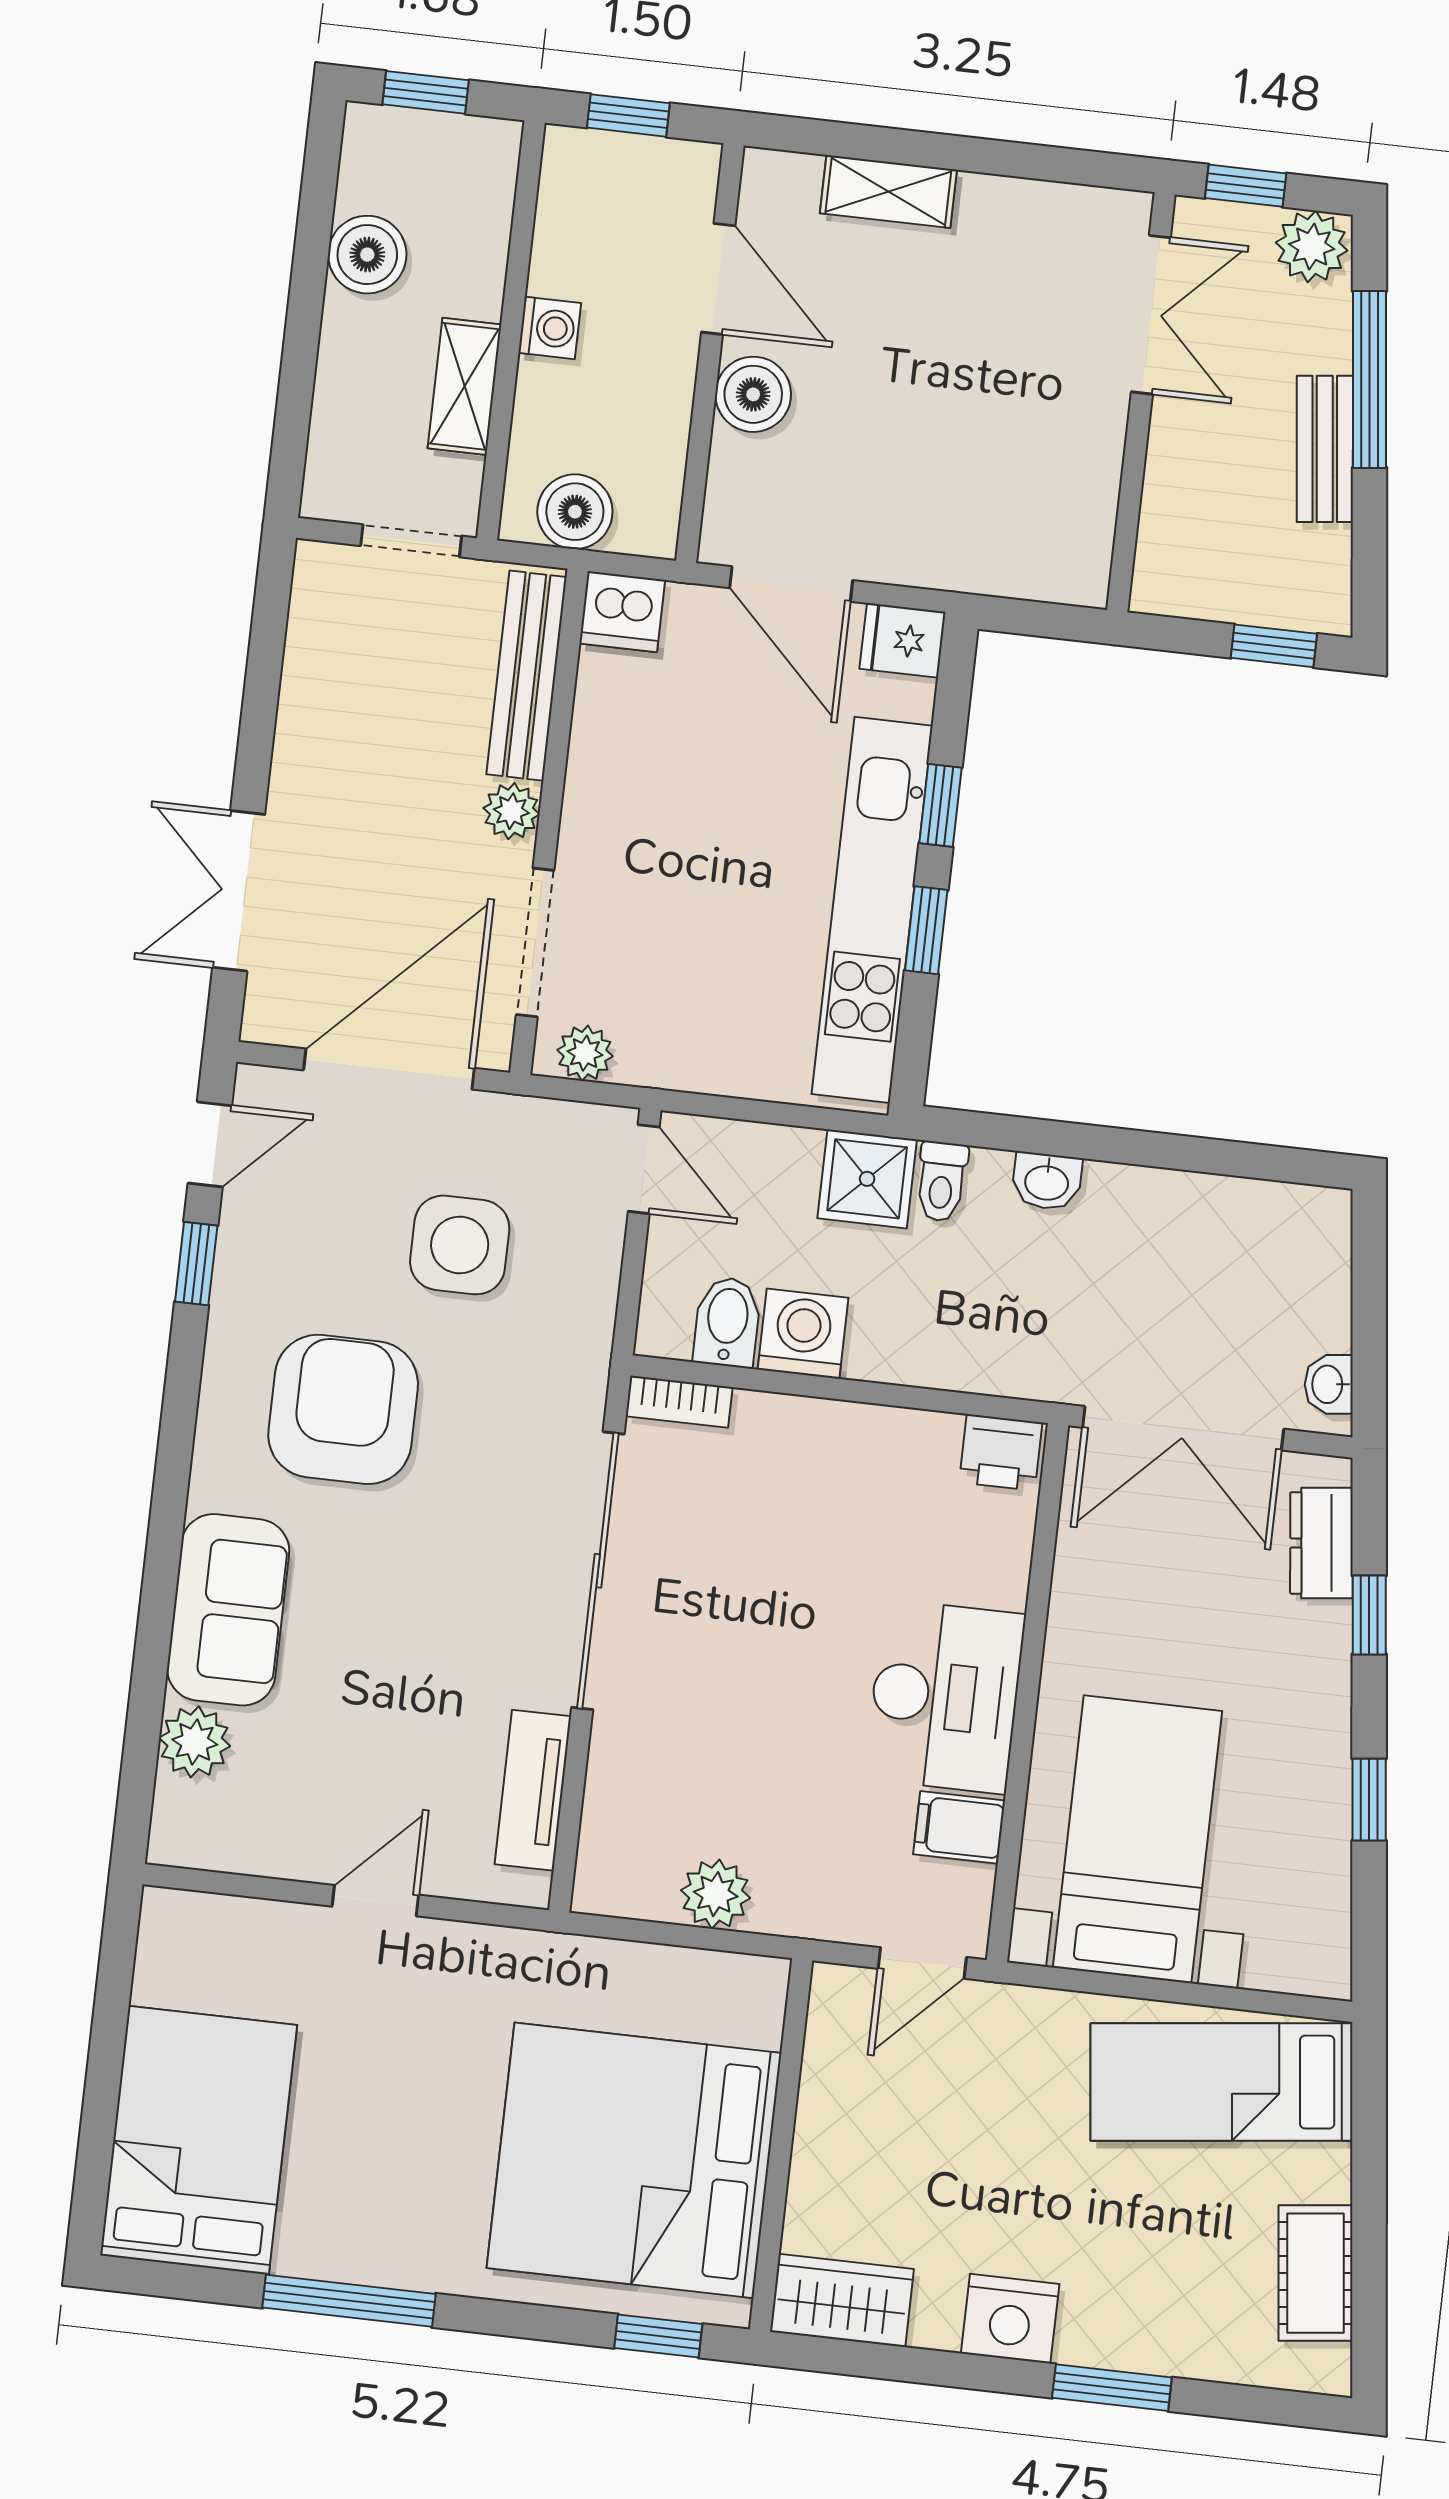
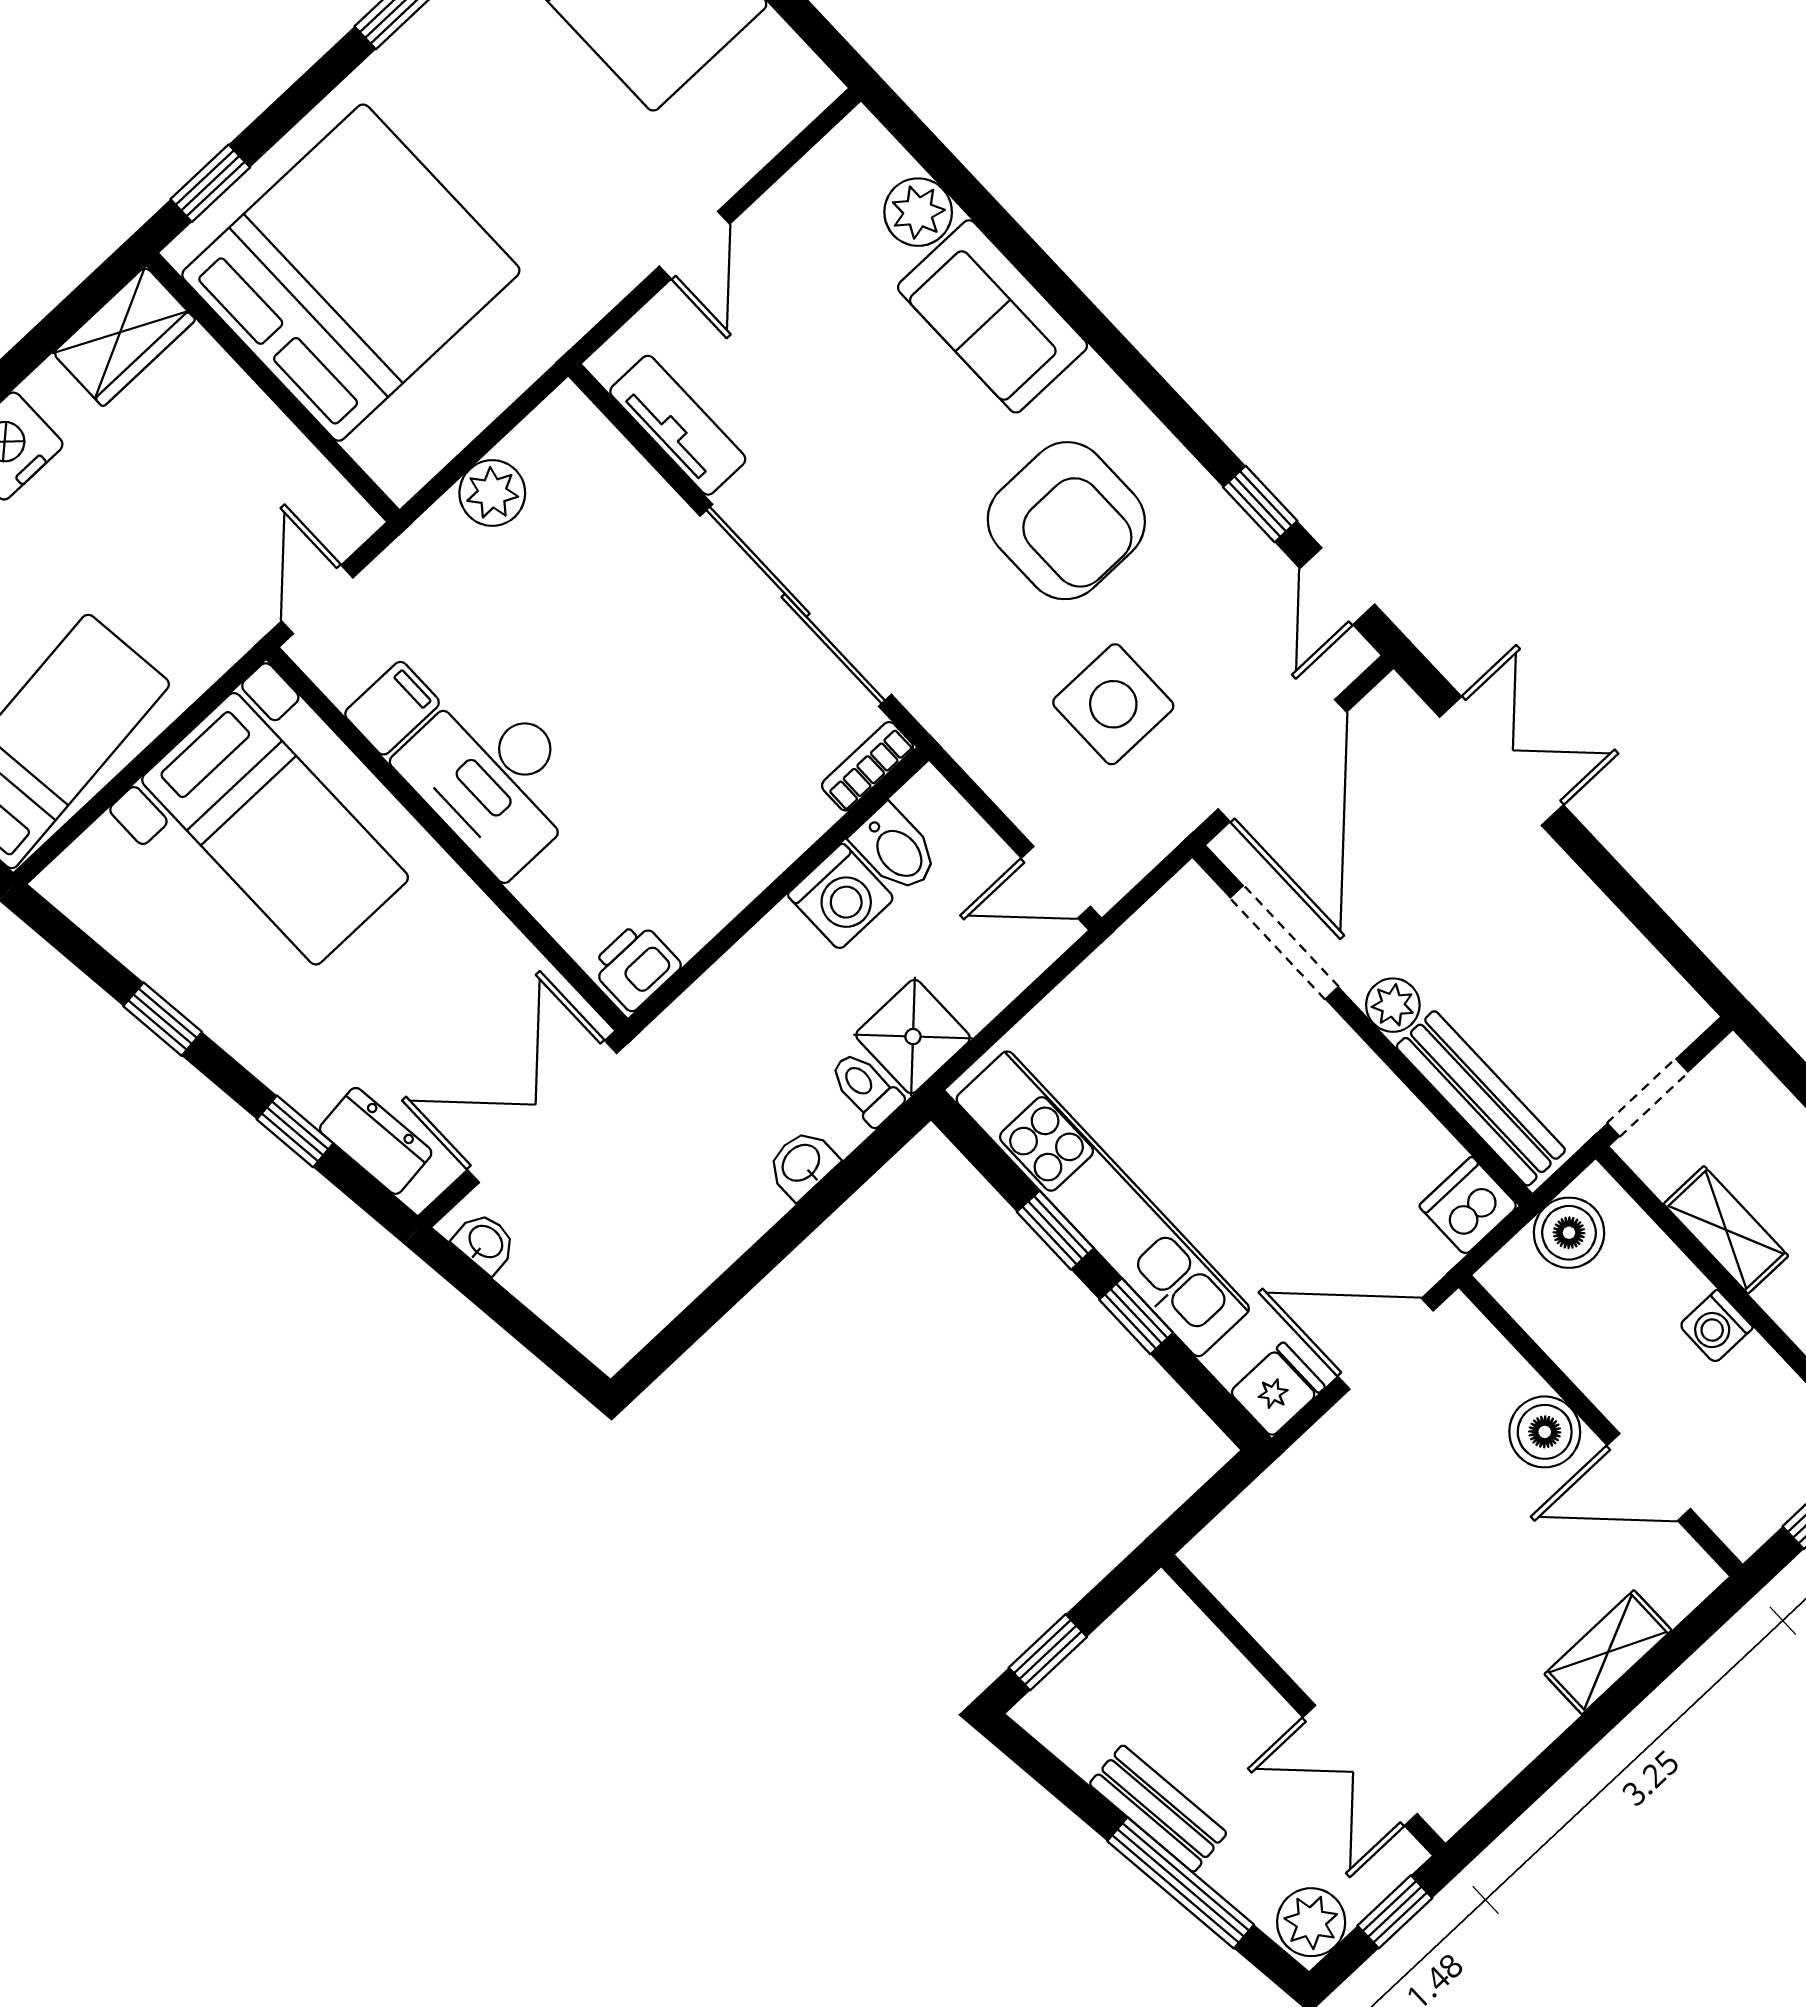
plant: (585, 1053) -> (1175, 911), removed

